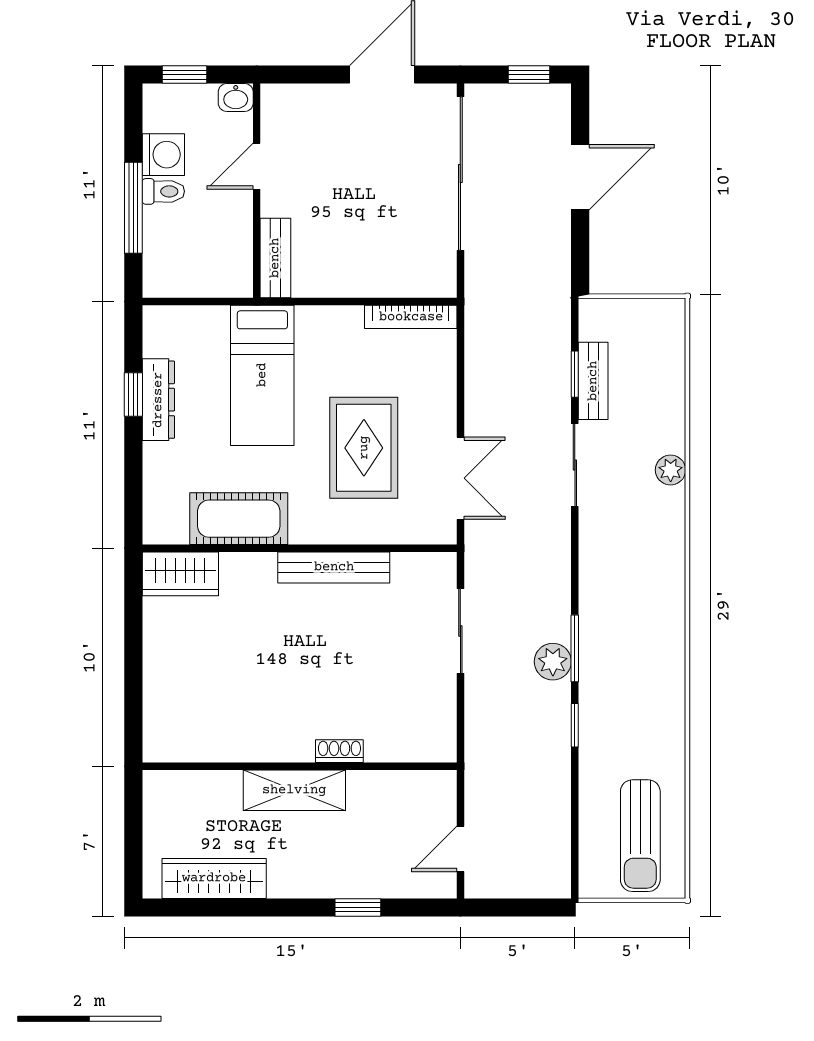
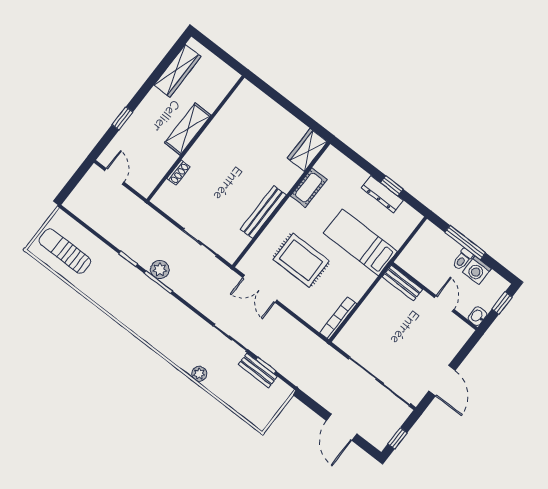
cot: (239, 519) -> (309, 188), width x0.73, depth x0.75
shoe rack: (339, 751) -> (179, 173), moved

